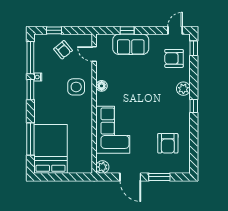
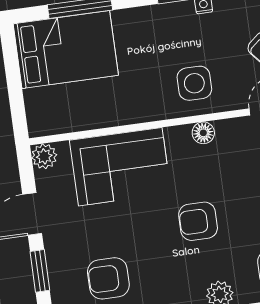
armchair: (145, 95) -> (198, 221), added

